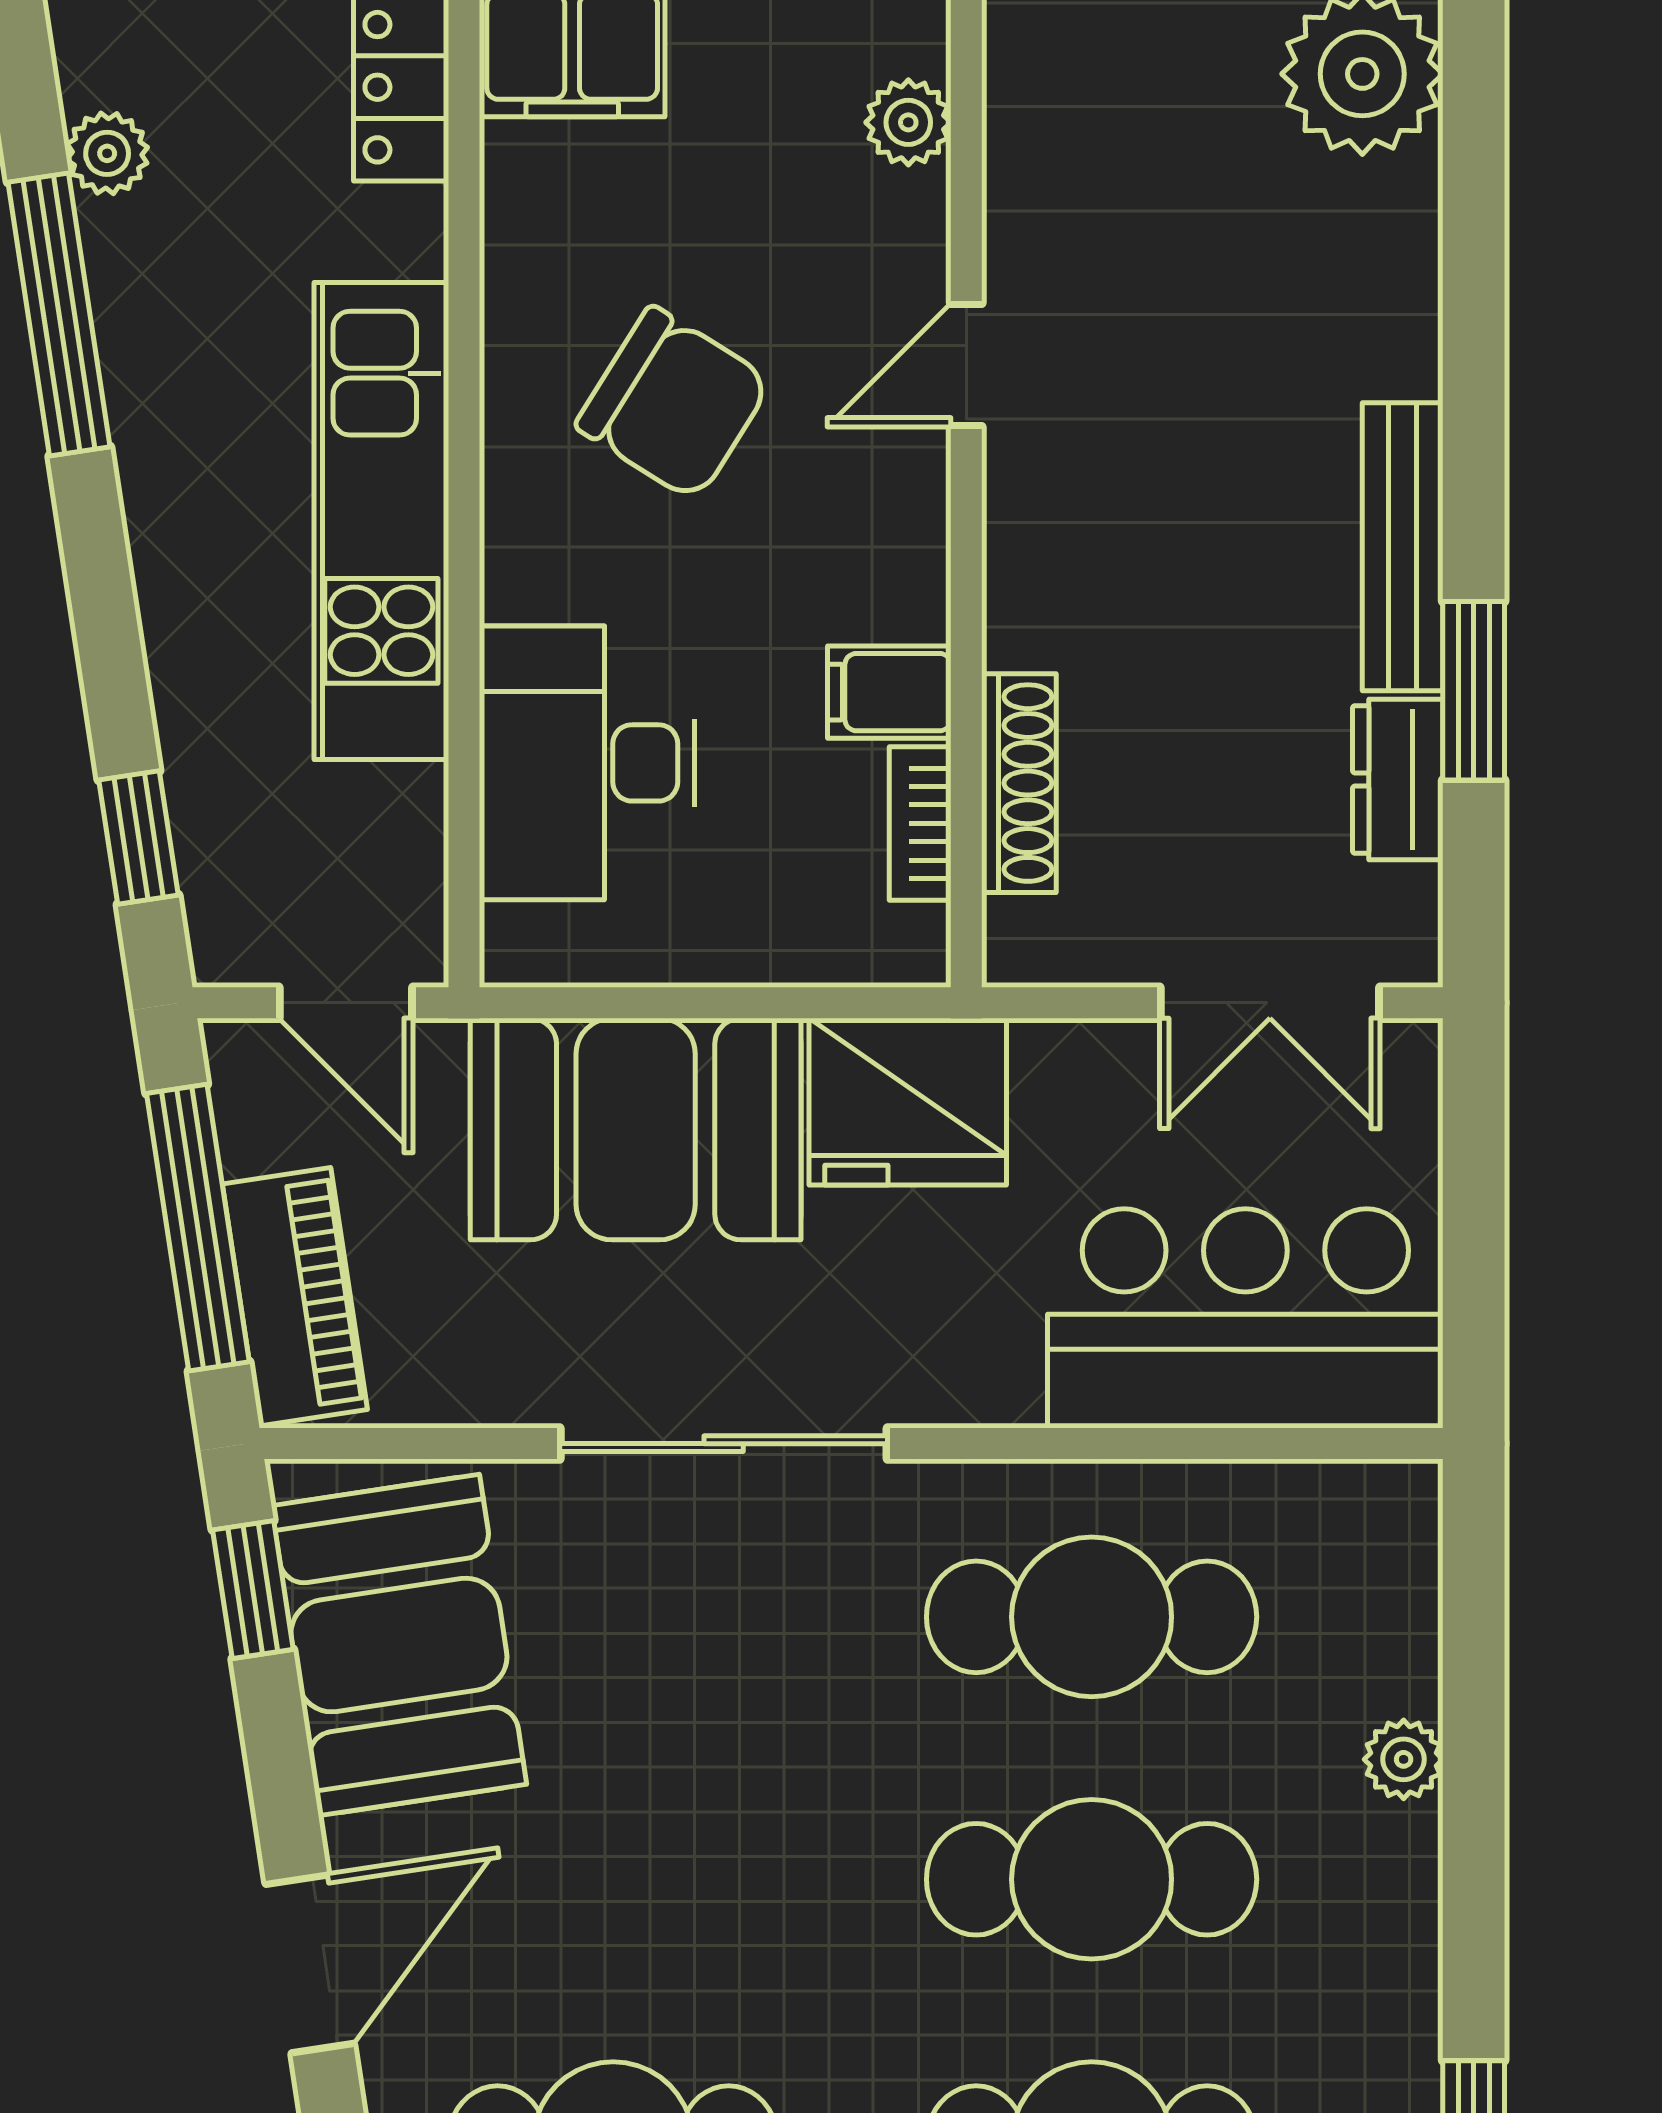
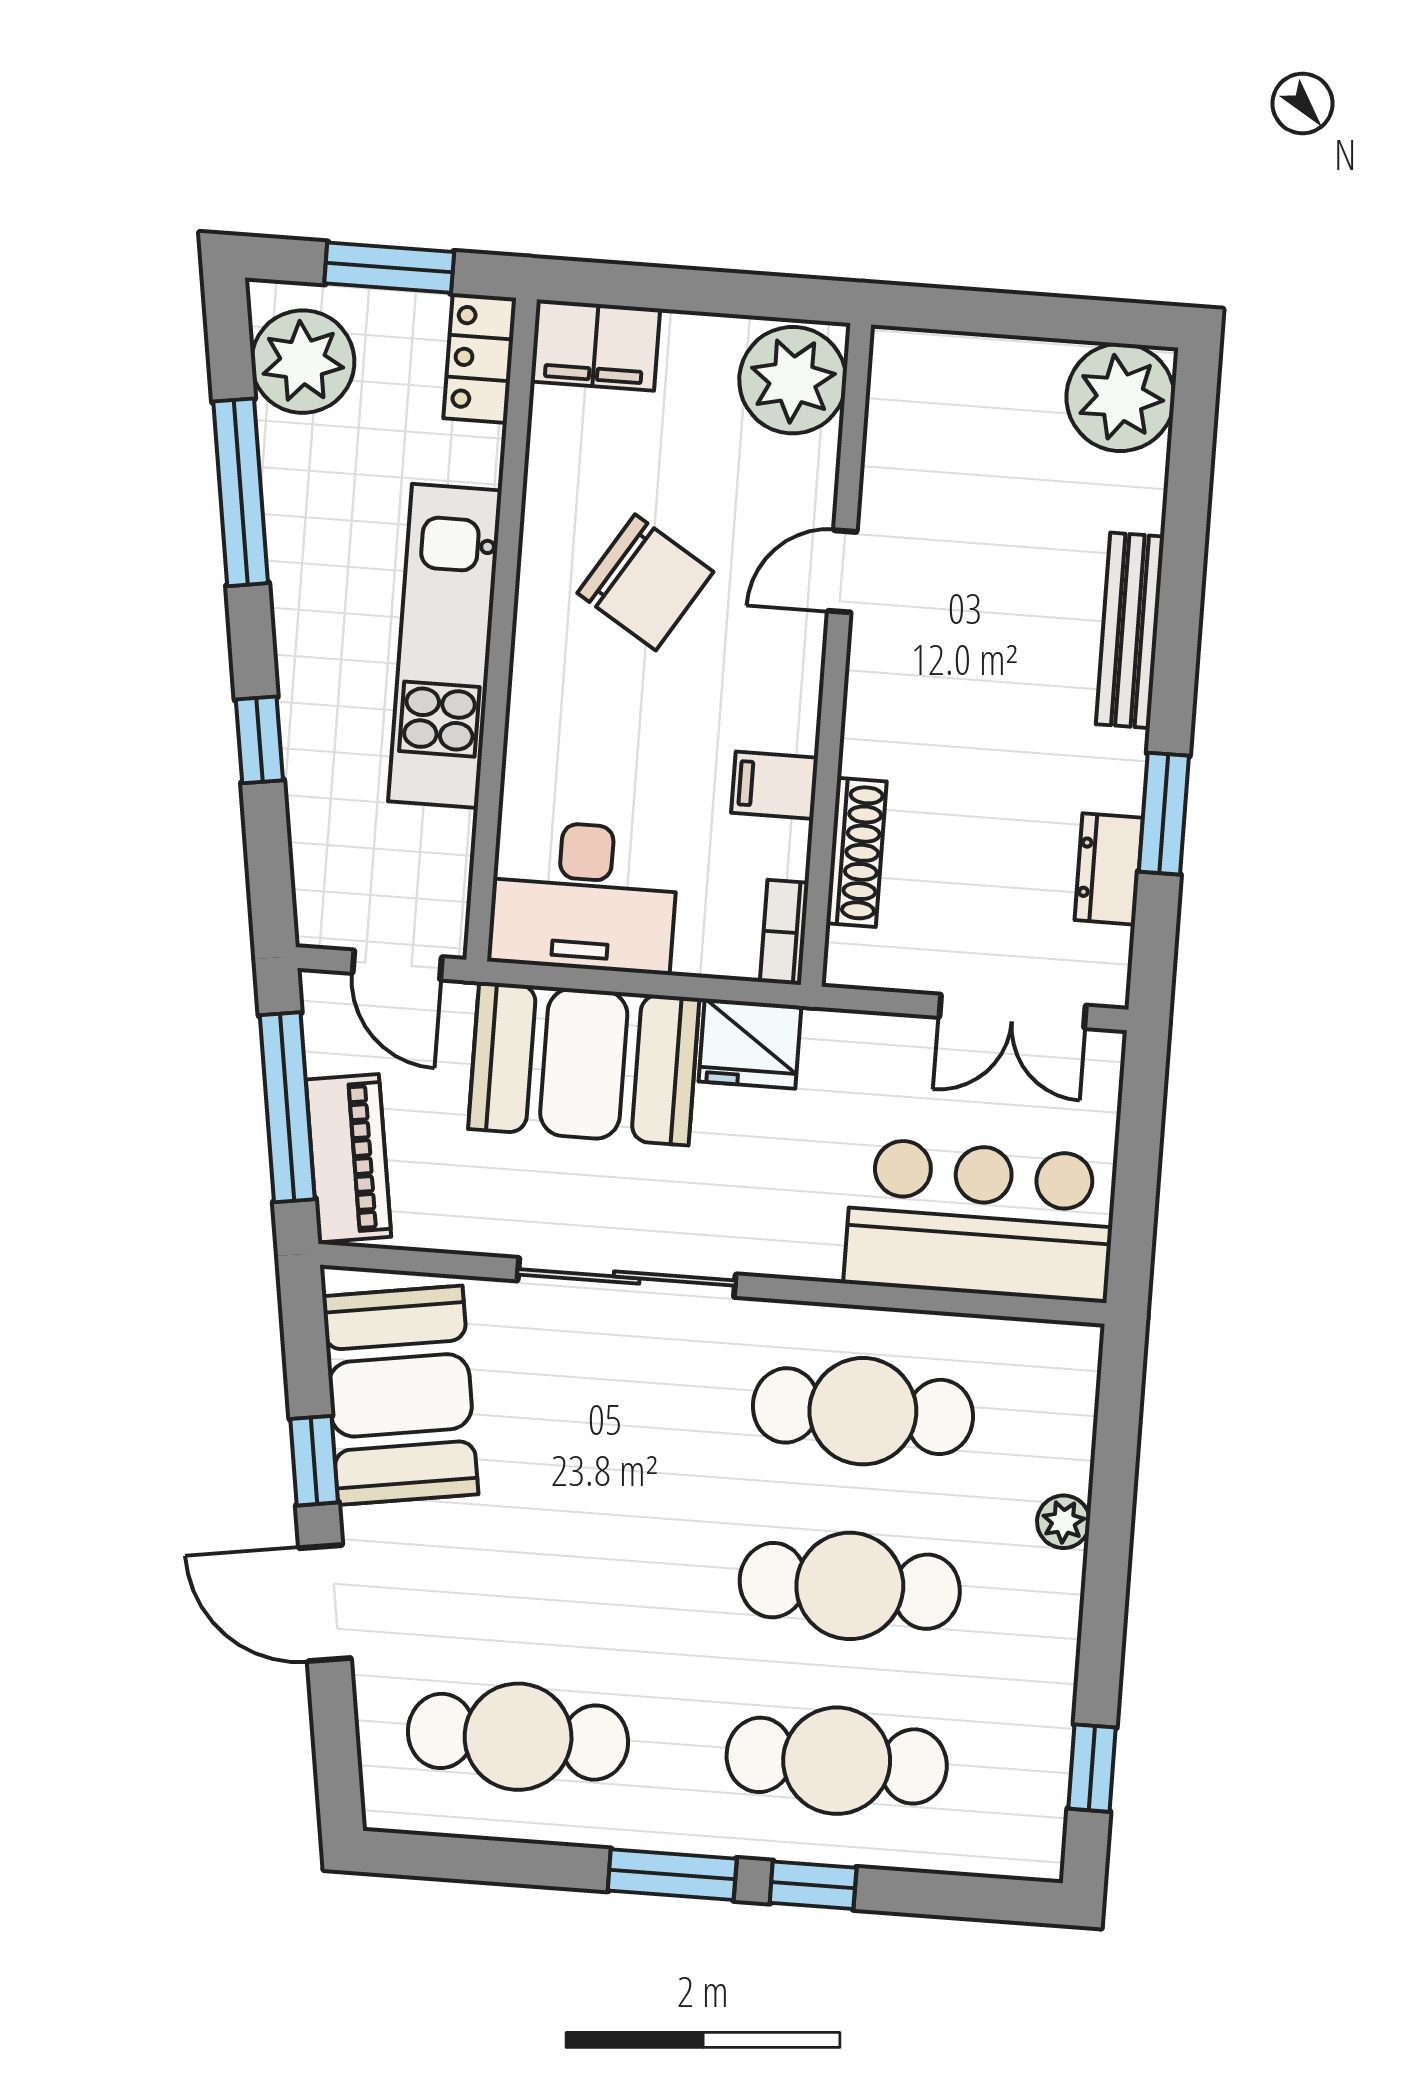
plant: (908, 122) -> (793, 380), width x1.87, depth x1.87
plant: (107, 153) -> (303, 362), width x1.88, depth x1.88
bench: (1403, 547) -> (1130, 630), moved
desk: (587, 763) -> (583, 897), moved, turned -90
bookcase: (920, 823) -> (784, 932), moved
window: (139, 837) -> (259, 740), moved
fridge: (908, 1102) -> (750, 1044), width x0.73, depth x0.75
window: (253, 1590) -> (314, 1461), moved
door: (310, 1964) -> (325, 1603), swing flipped

